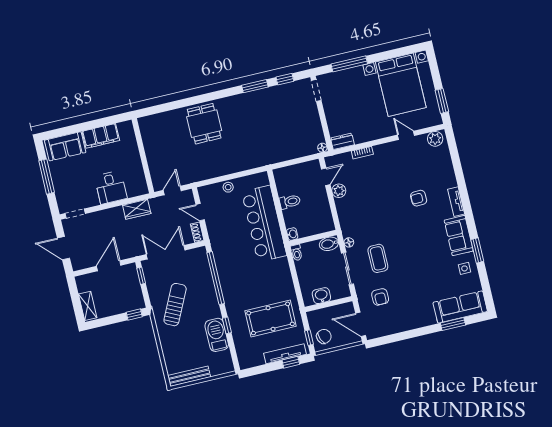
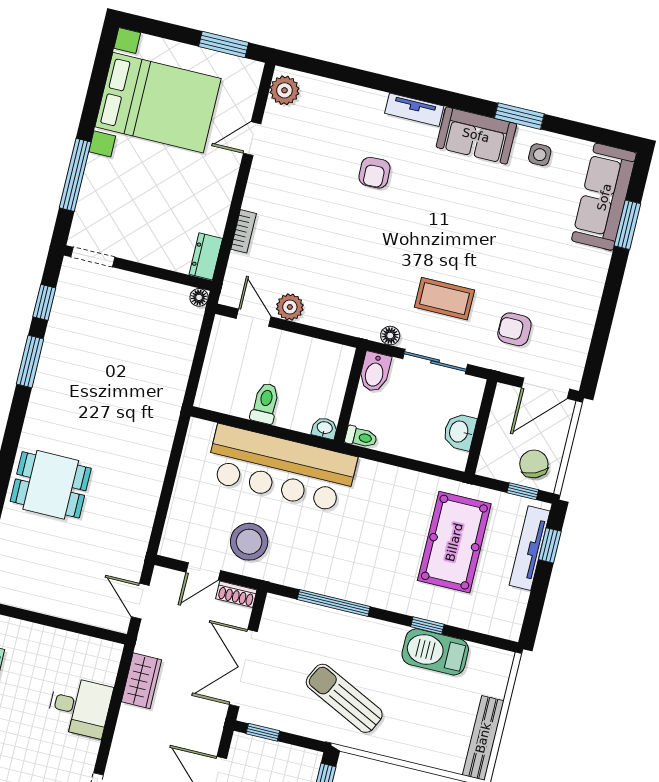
stool: (228, 187) -> (249, 542), moved, width x1.89, depth x1.89
window: (216, 278) -> (334, 603), width x0.68
armchair: (380, 297) -> (514, 329), turned 180

